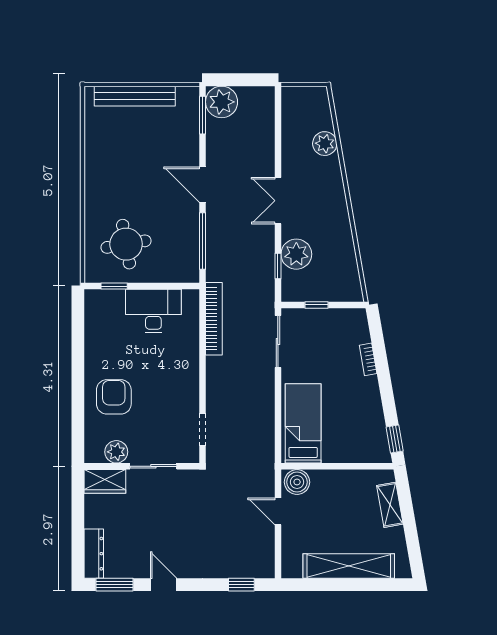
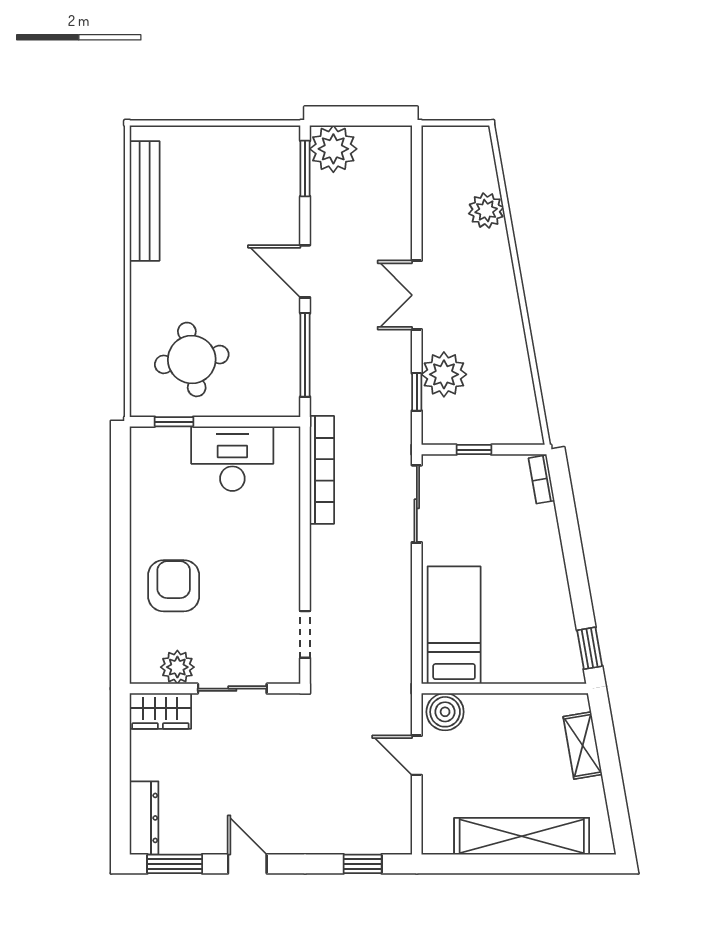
bench: (135, 96) -> (145, 201), moved, turned 90
bookcase: (368, 359) -> (541, 479), moved

